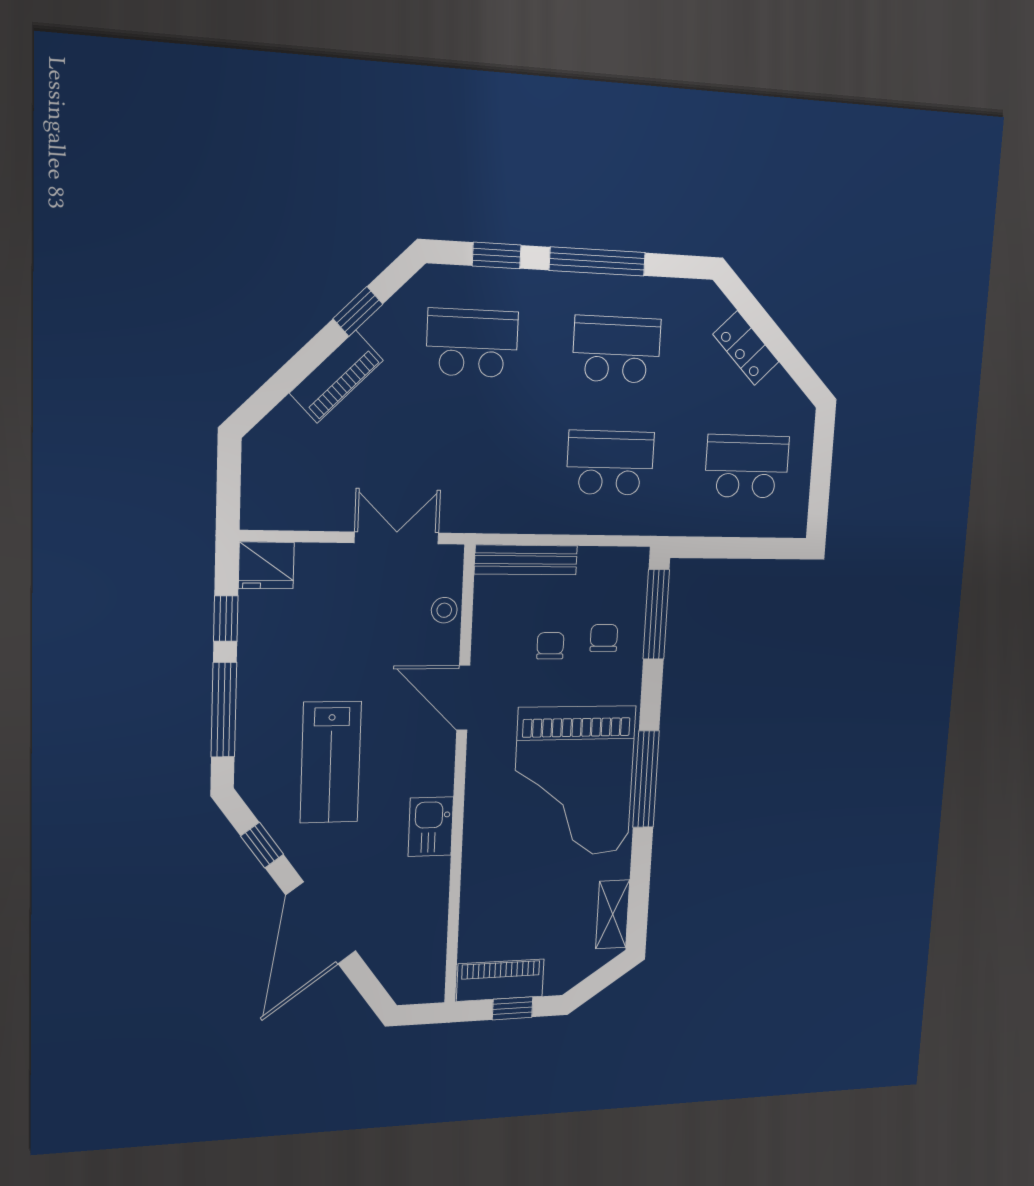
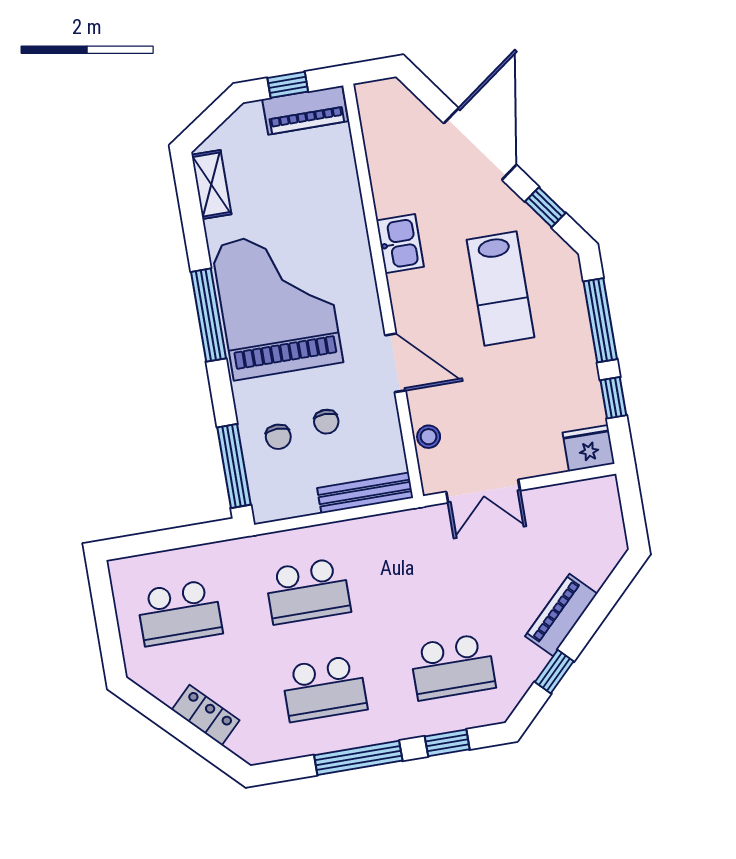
lab bench: (331, 762) -> (501, 288), turned 180

